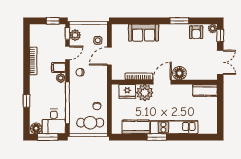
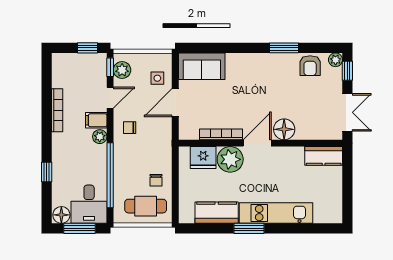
sofa: (144, 33) -> (202, 66), moved

